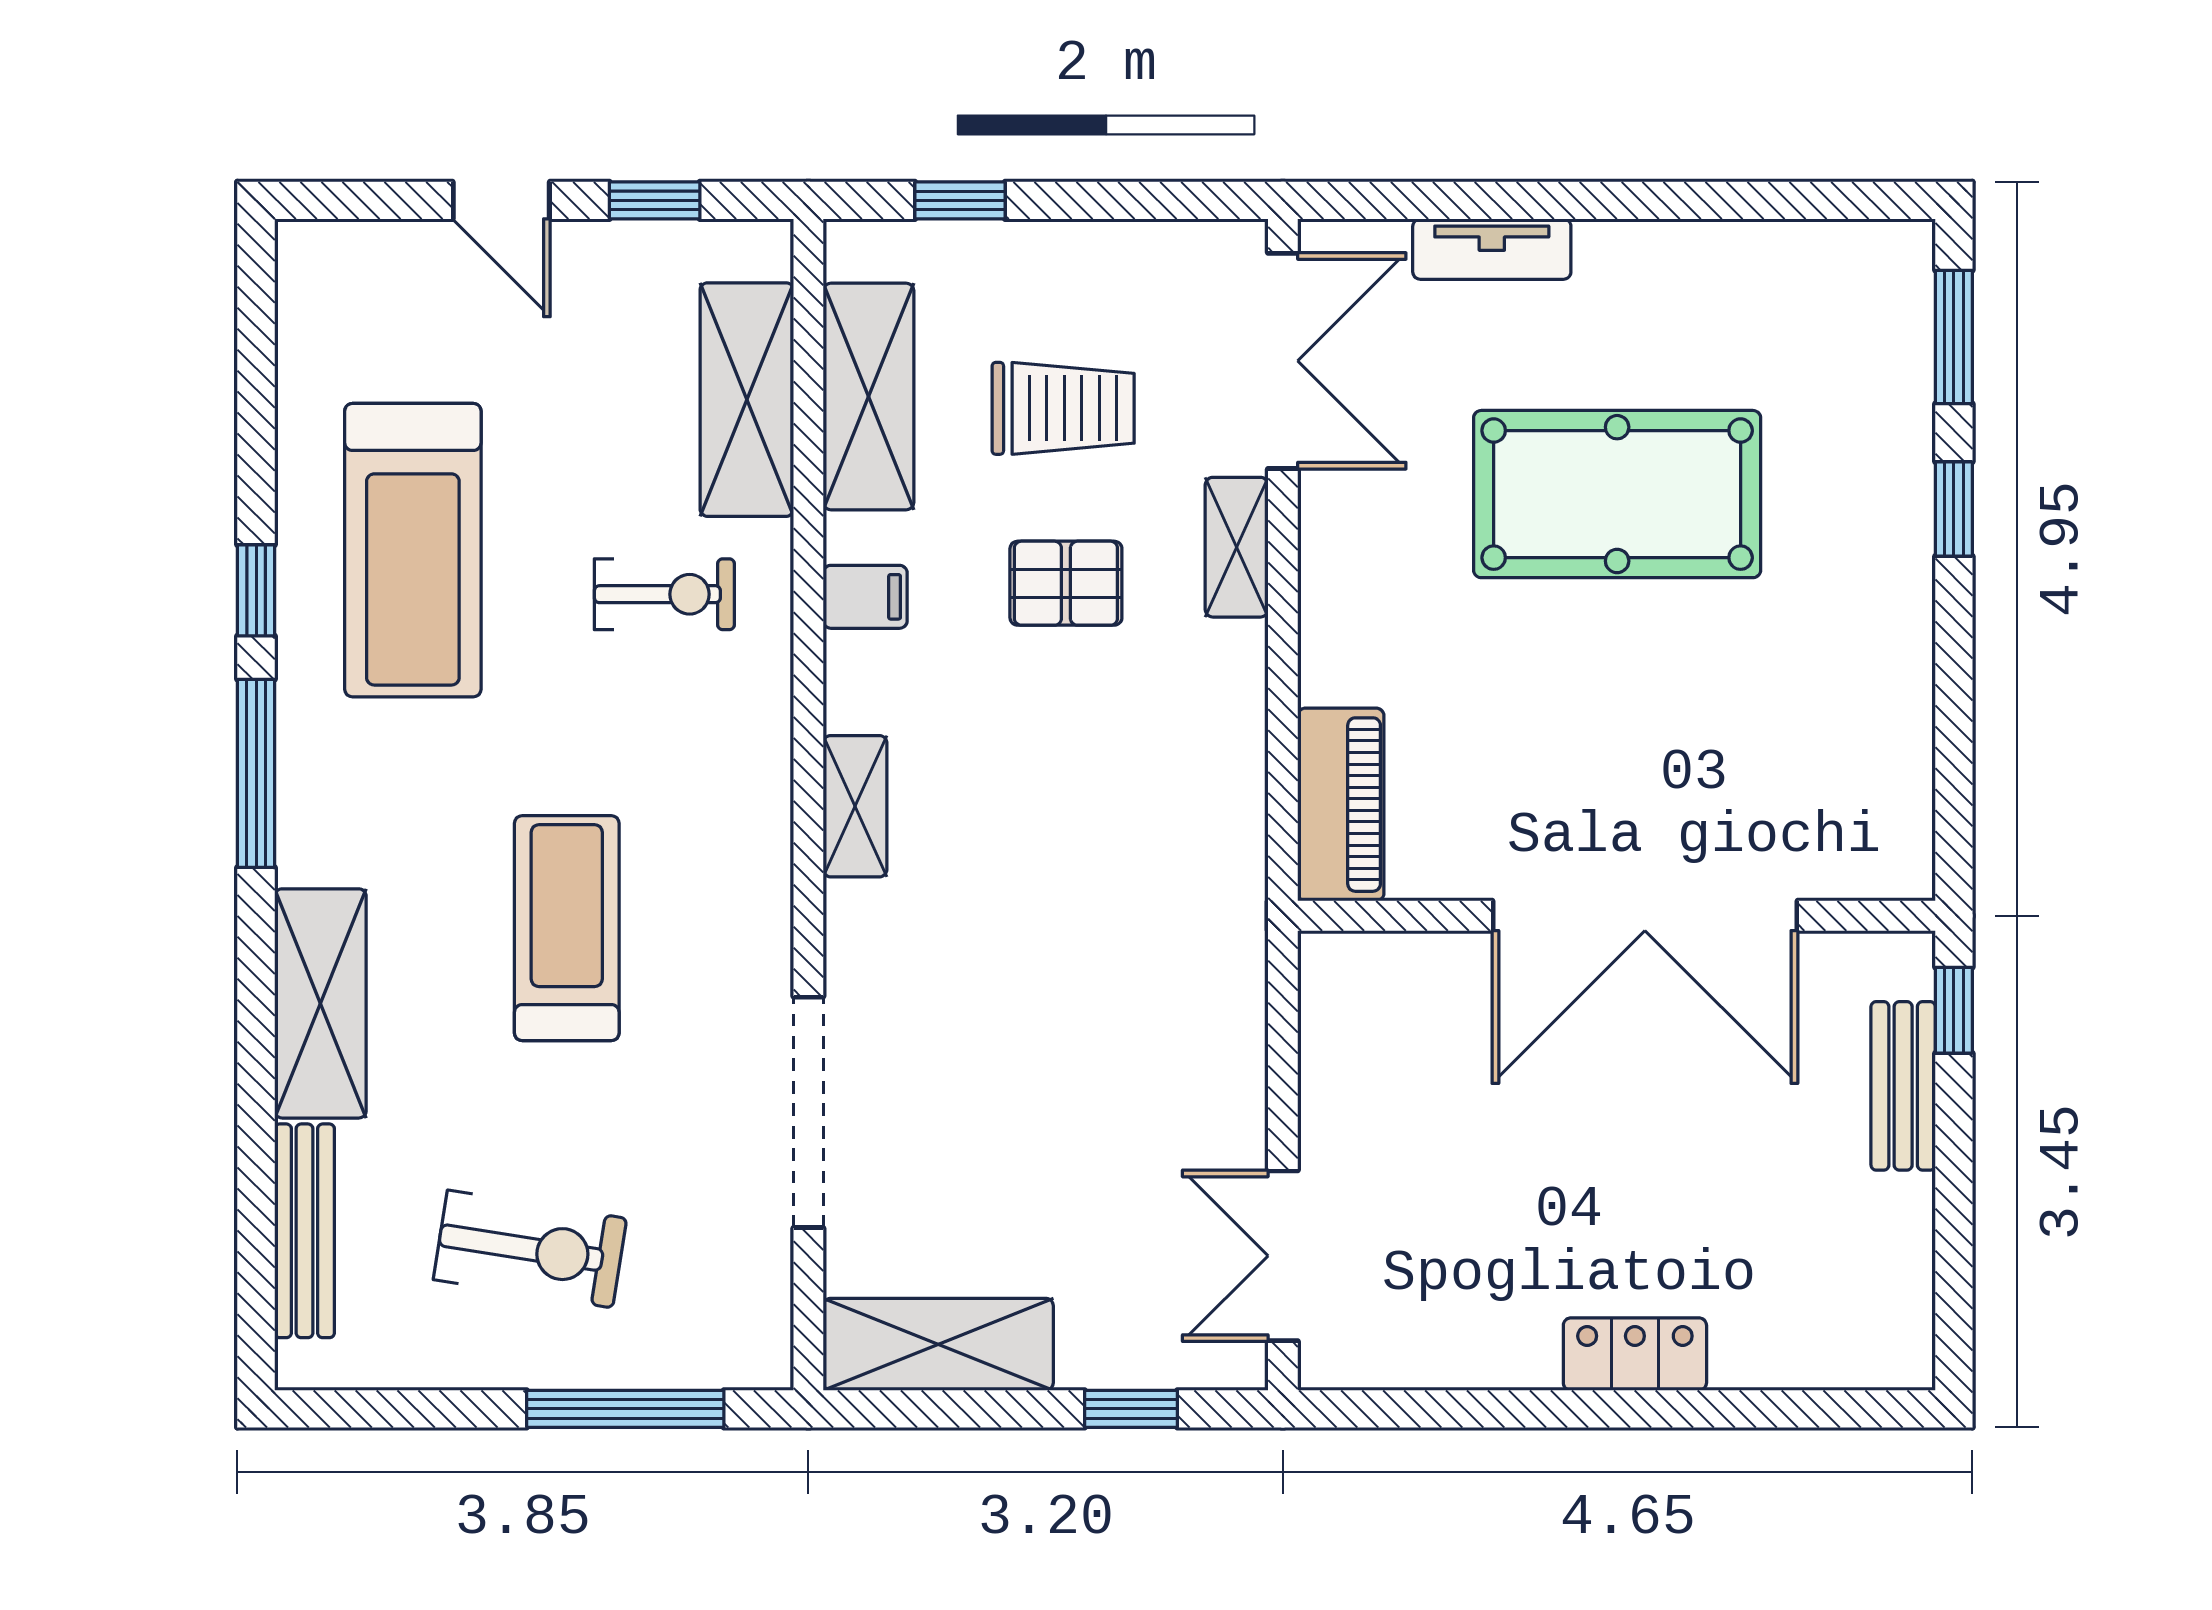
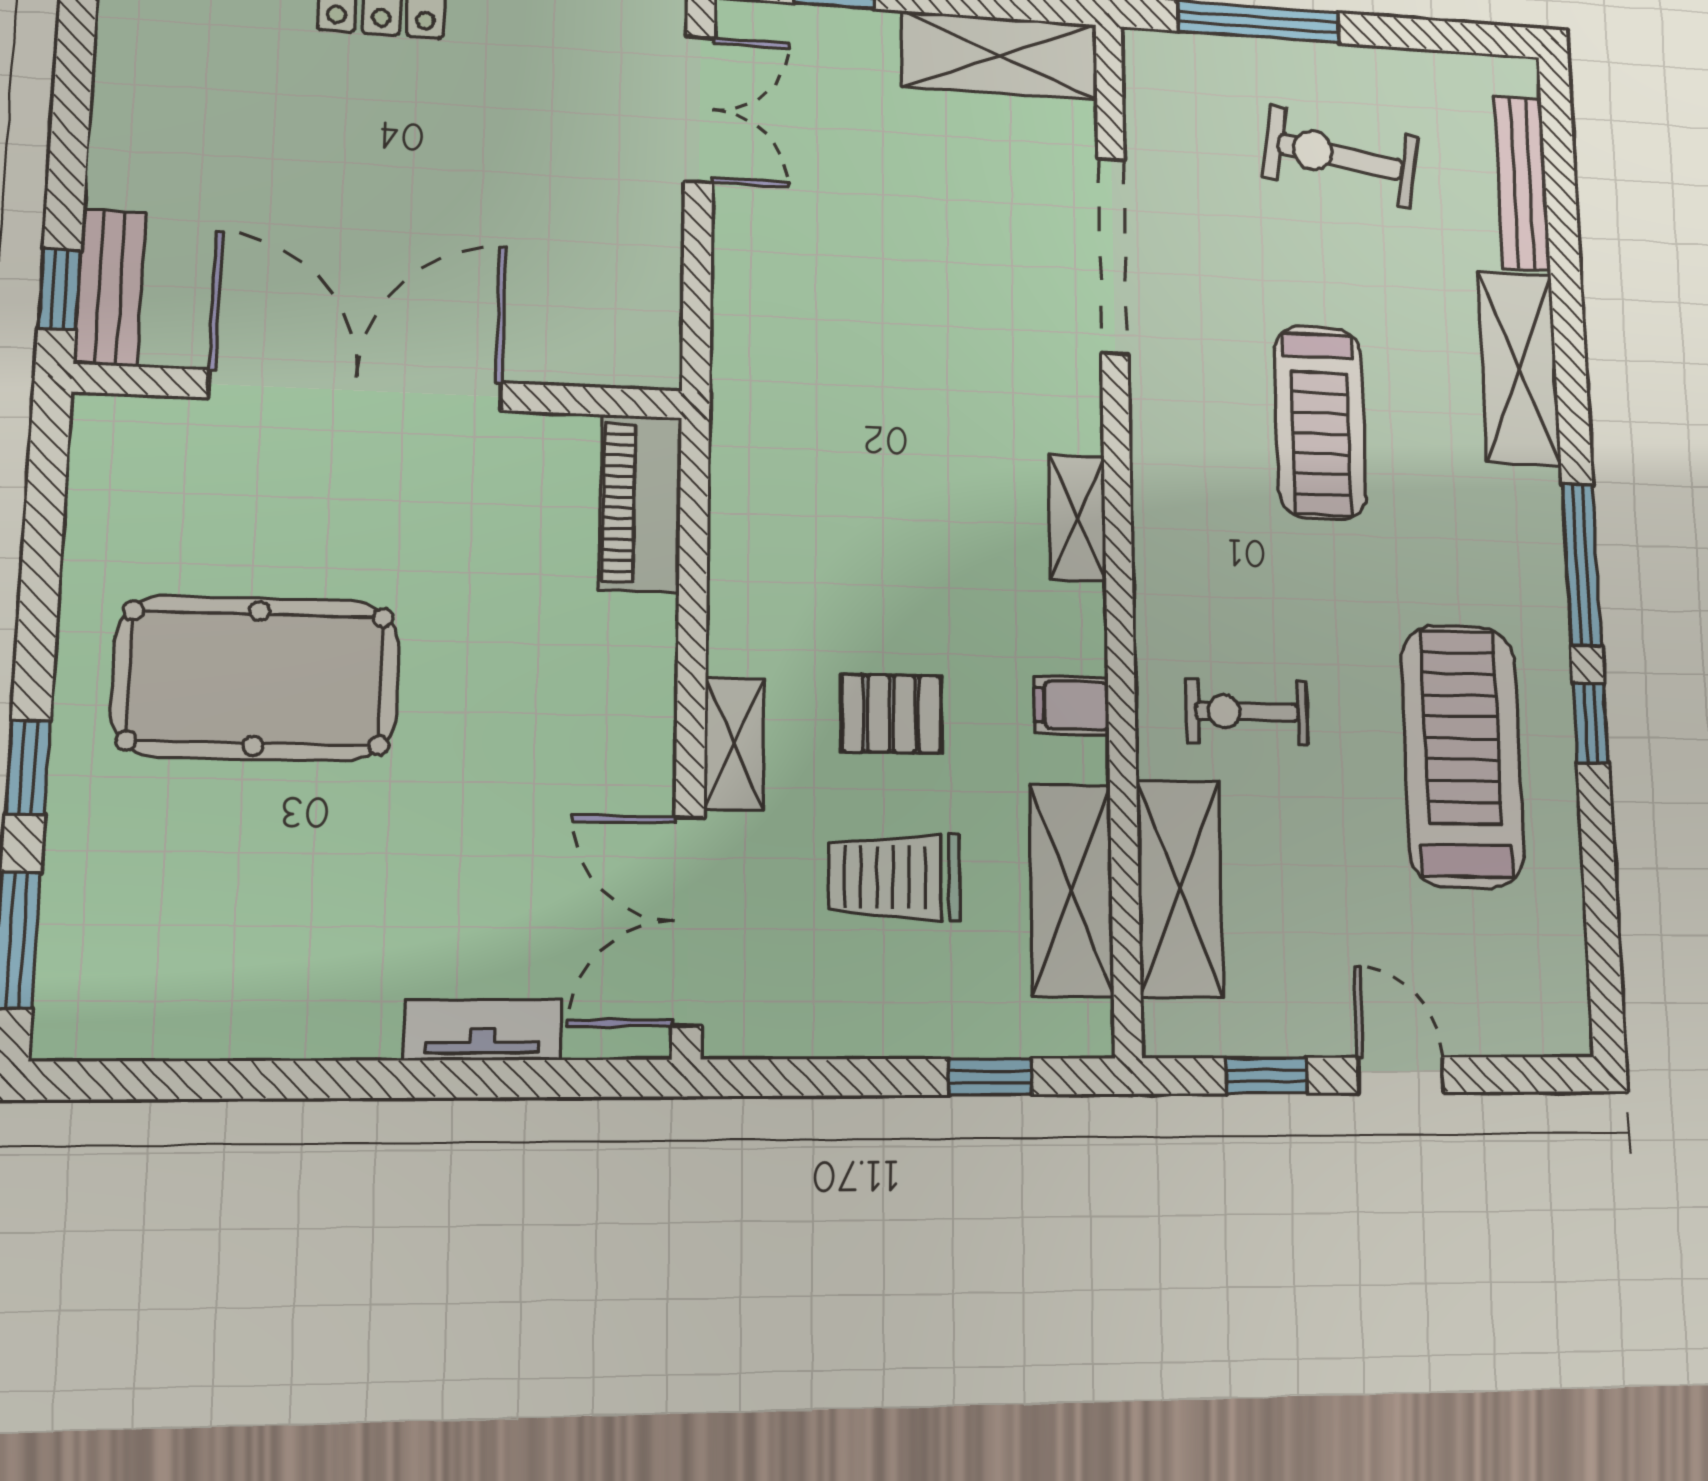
pool table: (1617, 494) -> (256, 678), moved
bench: (1903, 1086) -> (110, 288), moved

